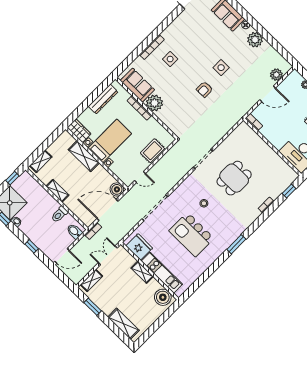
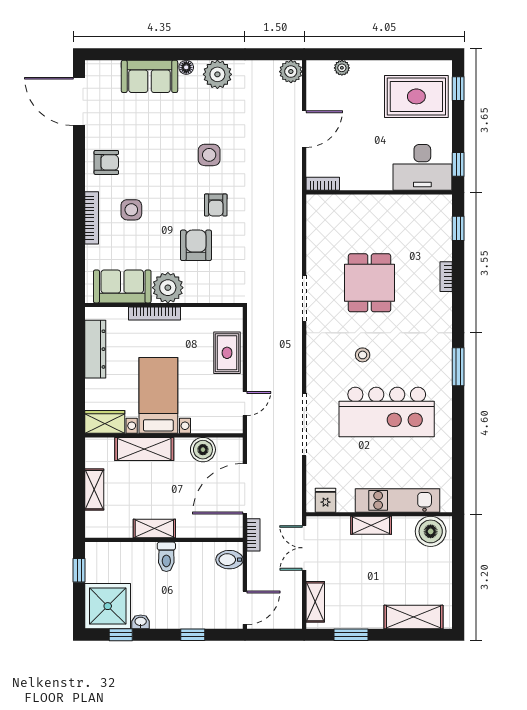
armchair: (179, 31) -> (106, 162), added
plant: (276, 75) -> (291, 72), moved
armchair: (182, 97) -> (196, 245), added
shelving: (41, 161) -> (94, 490), moved
boiler: (117, 189) -> (203, 450), moved
toilet: (59, 214) -> (166, 557), moved
kitchen island: (191, 234) -> (387, 412), width x1.37
fridge: (139, 247) -> (326, 500), width x0.53, depth x0.75

